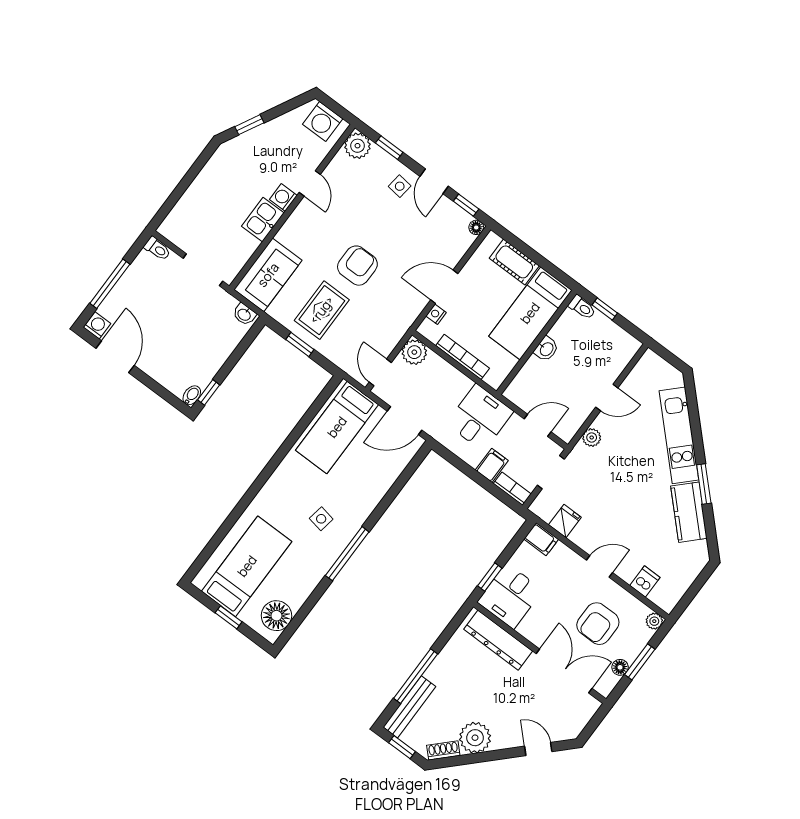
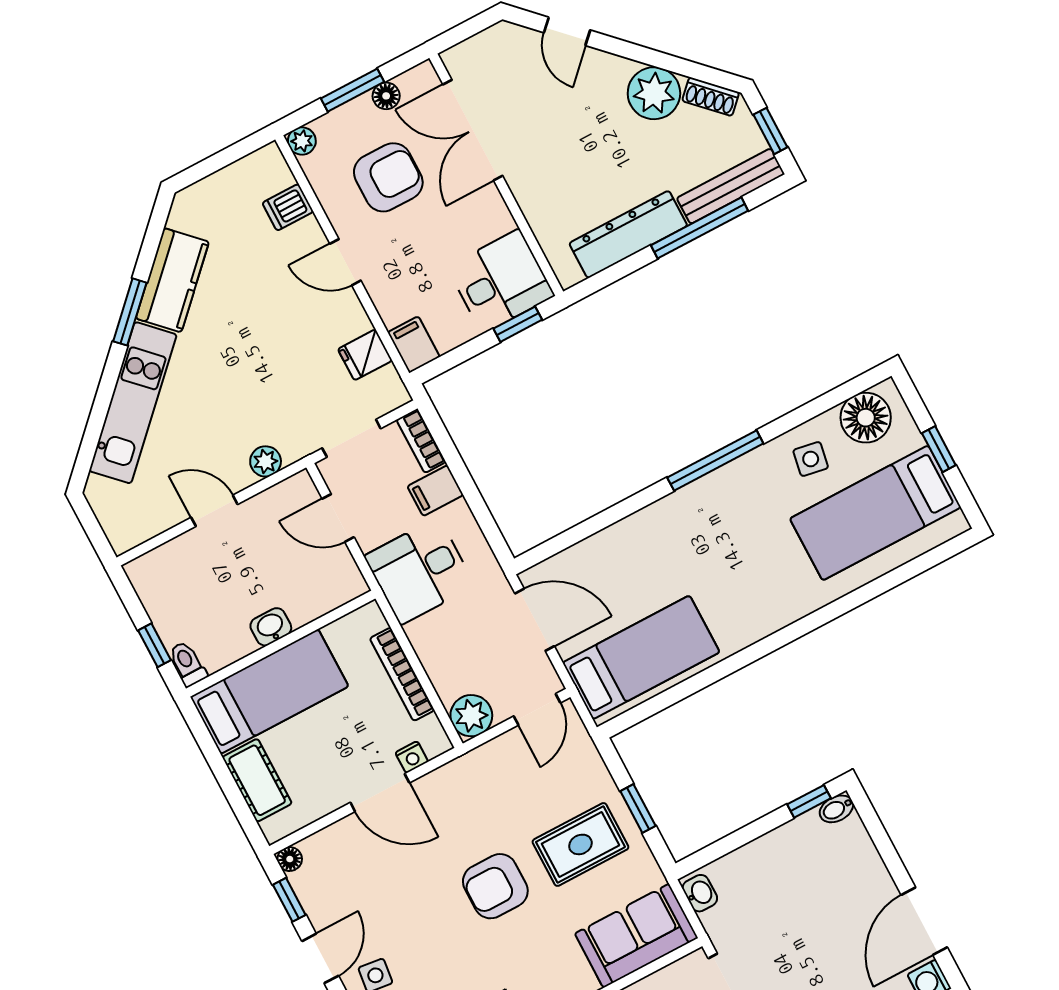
side table: (321, 519) -> (811, 459), moved
dresser: (498, 640) -> (628, 234), moved, turned -90

